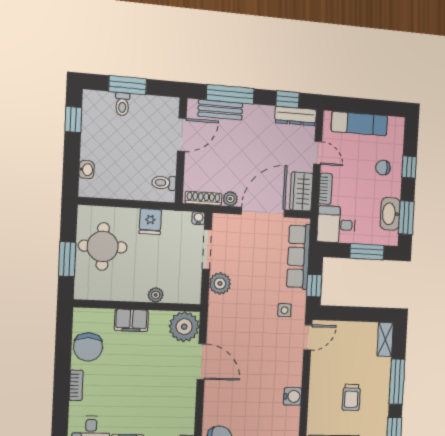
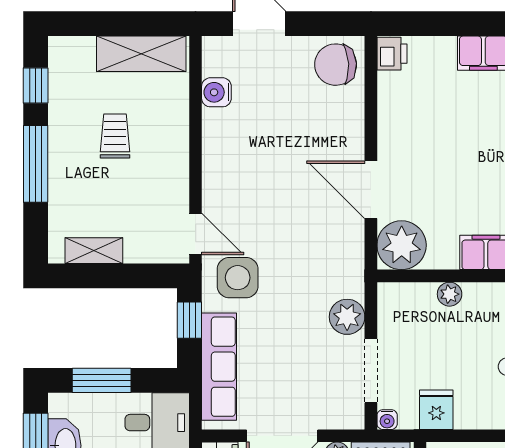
fridge: (150, 222) -> (436, 410), moved
side table: (285, 310) -> (238, 278), width x1.87, depth x1.87
door: (308, 337) -> (196, 234), swing flipped
shelving: (385, 339) -> (94, 251), moved, turned 90
water cooler: (293, 396) -> (216, 92), moved

